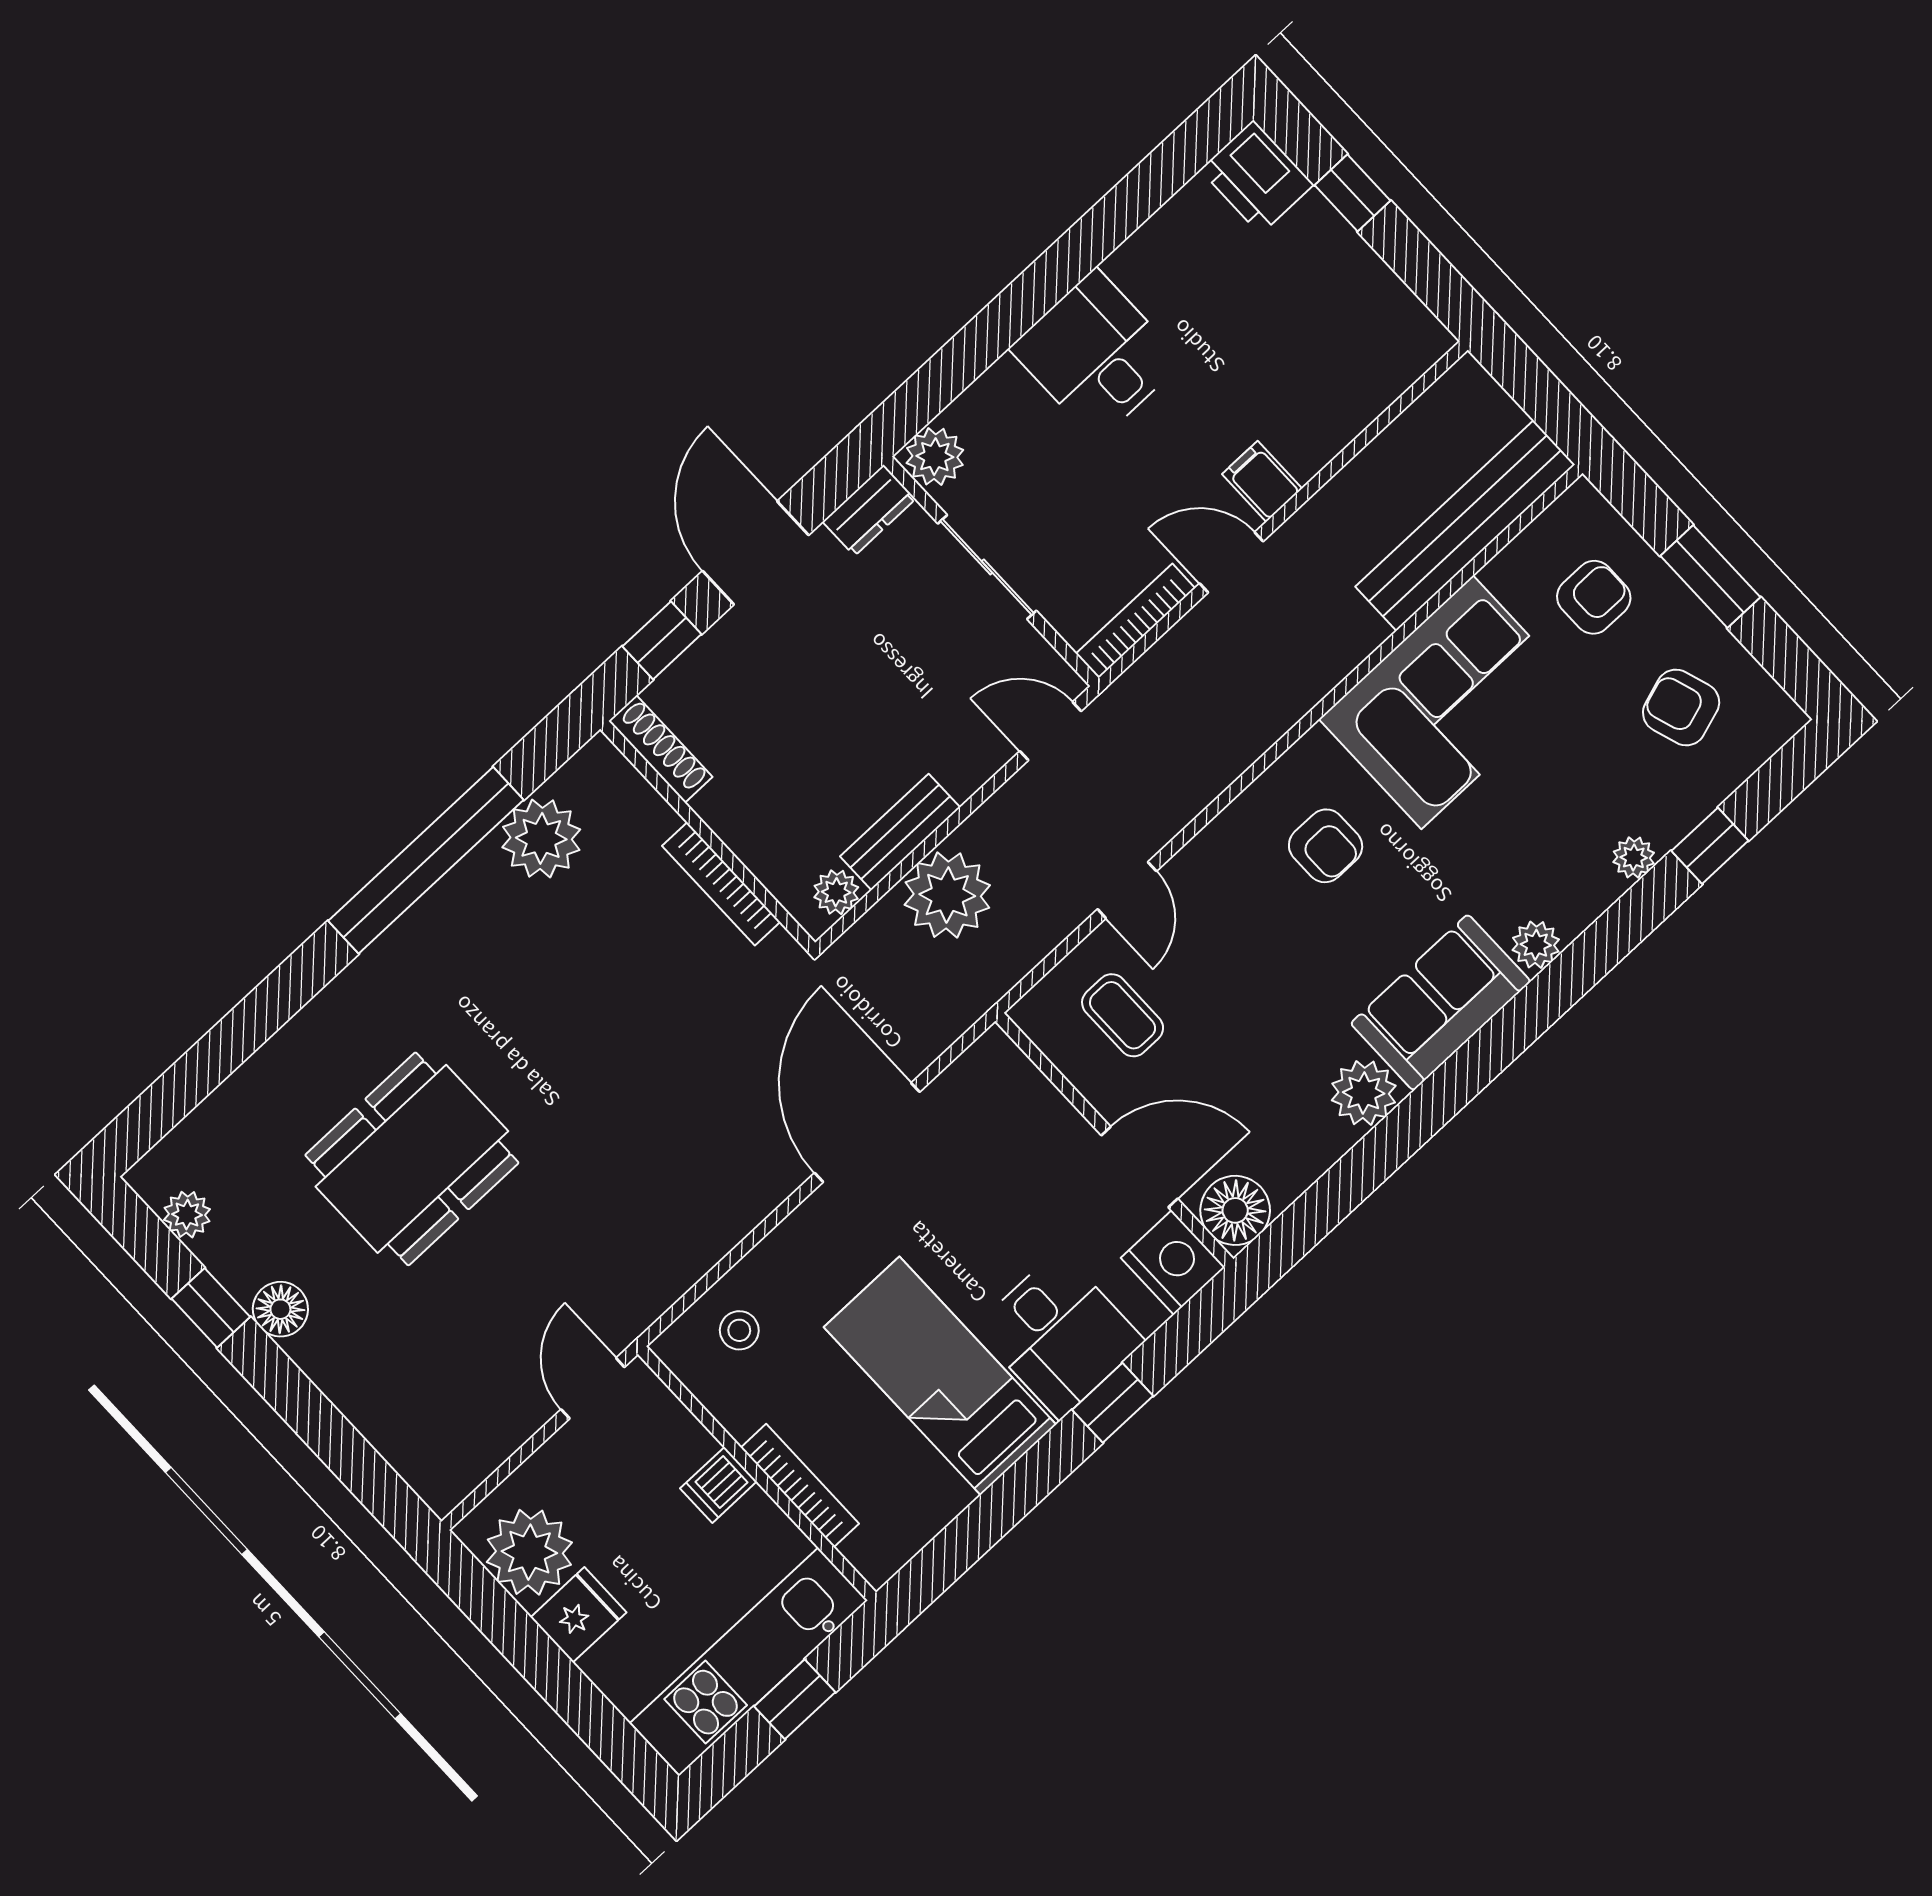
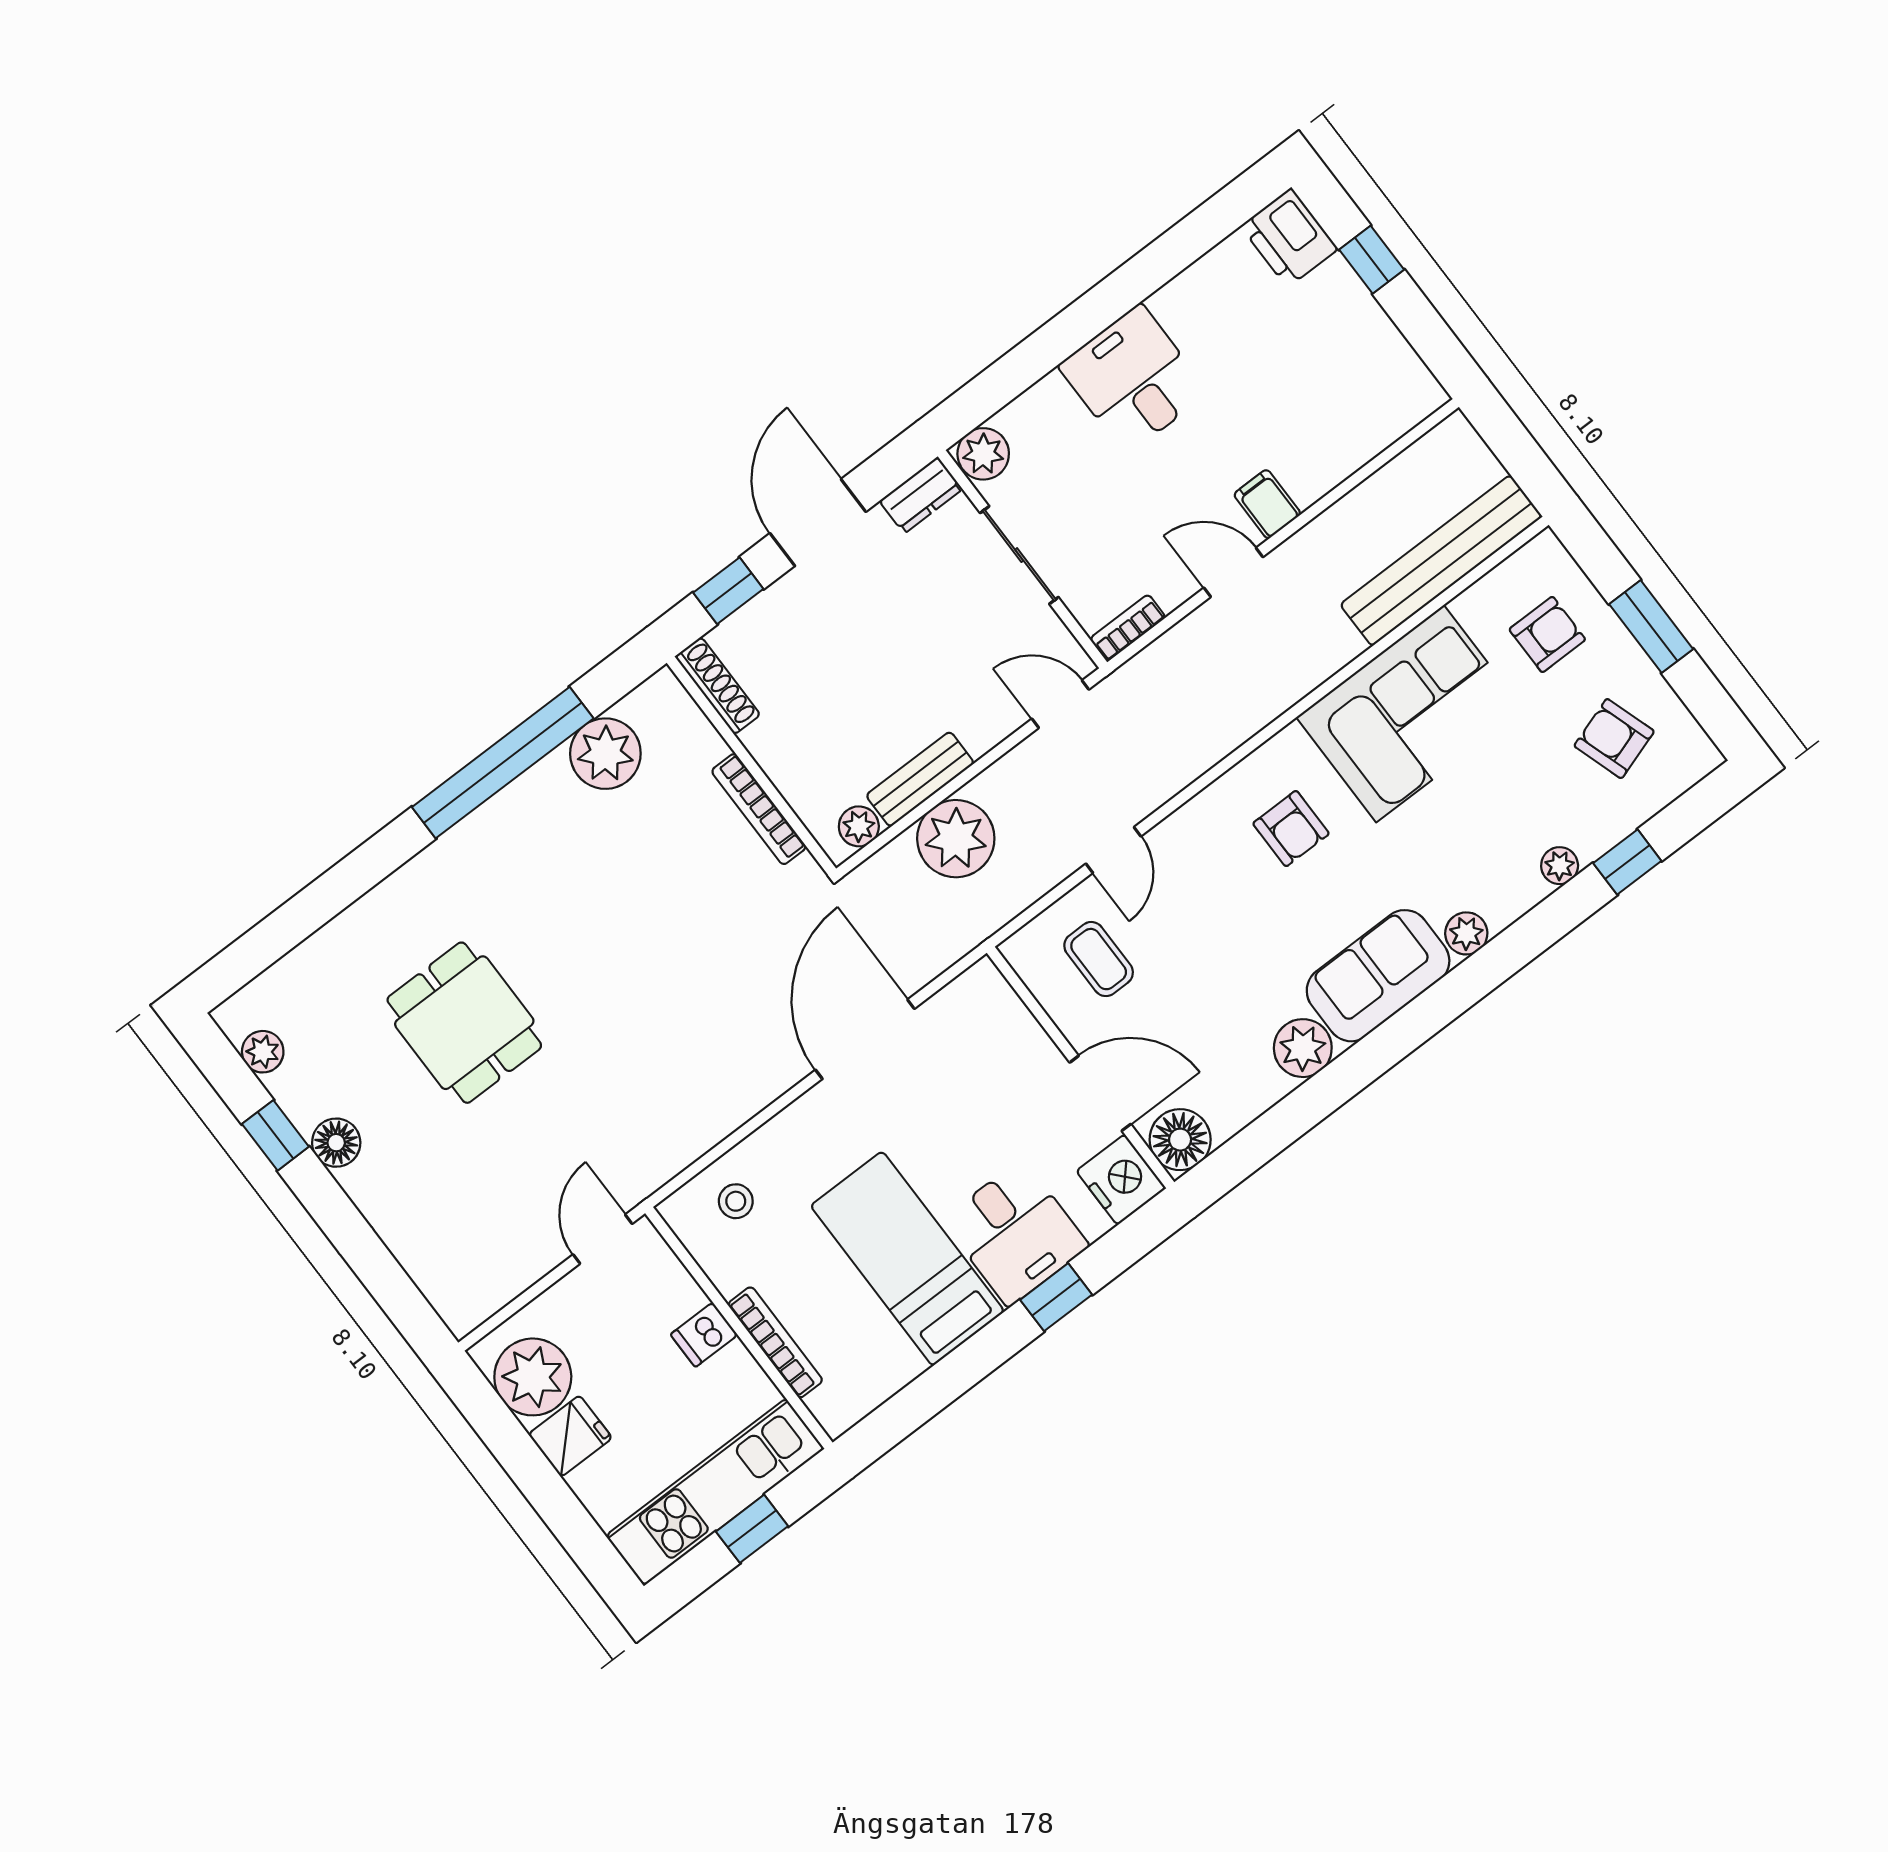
bookcase: (1136, 621) -> (1128, 628), width x0.64
dining table: (412, 1159) -> (464, 1023), width x0.73

